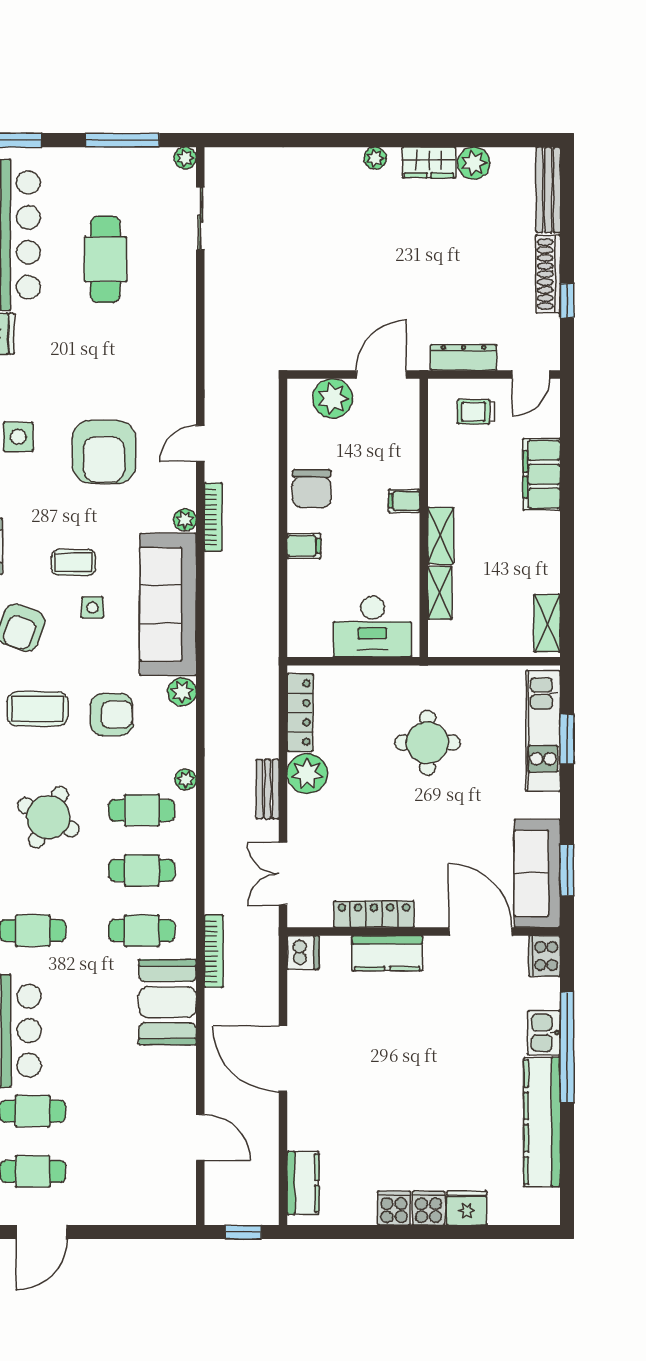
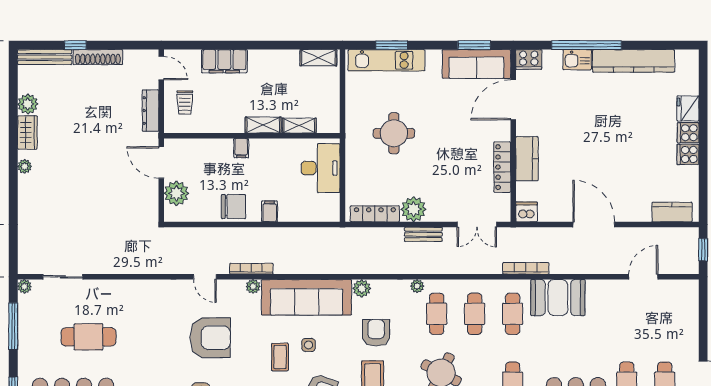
window: (567, 301) -> (75, 45), moved
door: (283, 1059) -> (594, 225), swing flipped

